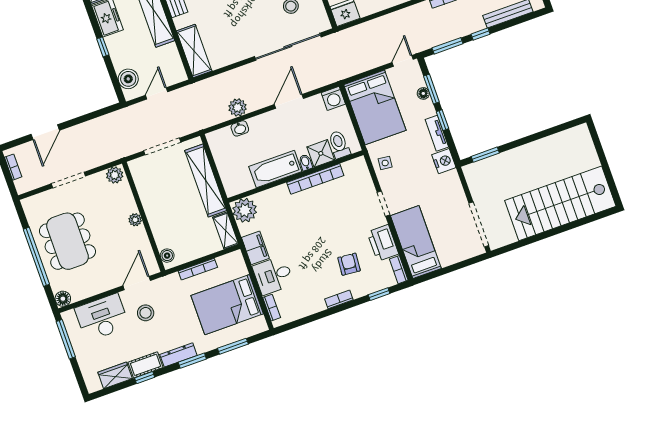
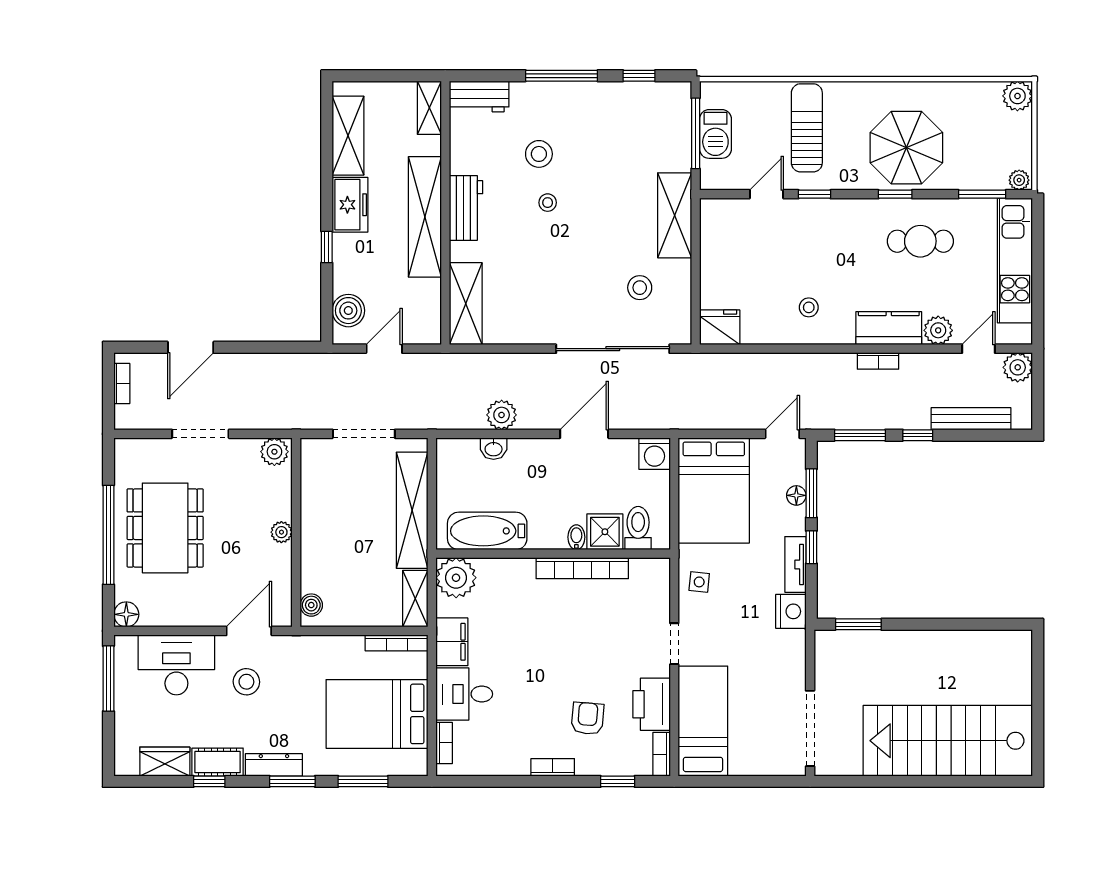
bathtub: (275, 169) -> (487, 531), moved
bookcase: (198, 269) -> (397, 643), moved

